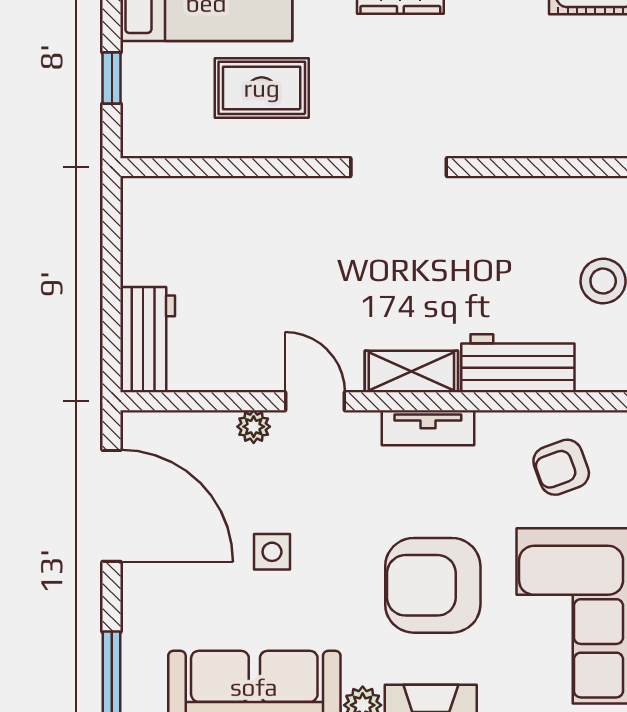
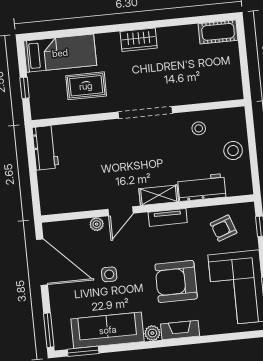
doorway: (399, 167) -> (145, 112), width x1.36
stool: (525, 219) -> (199, 128), added
workbench: (148, 340) -> (45, 148), moved
door: (315, 401) -> (121, 211), swing flipped

